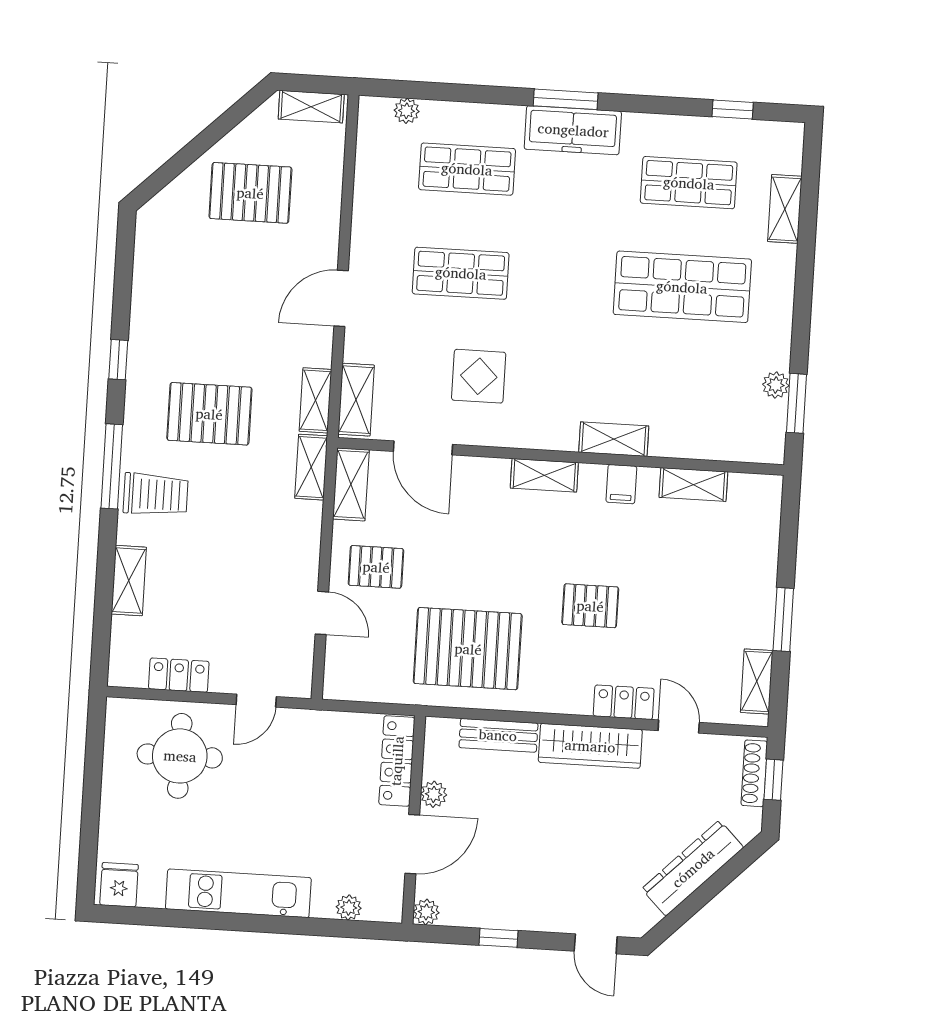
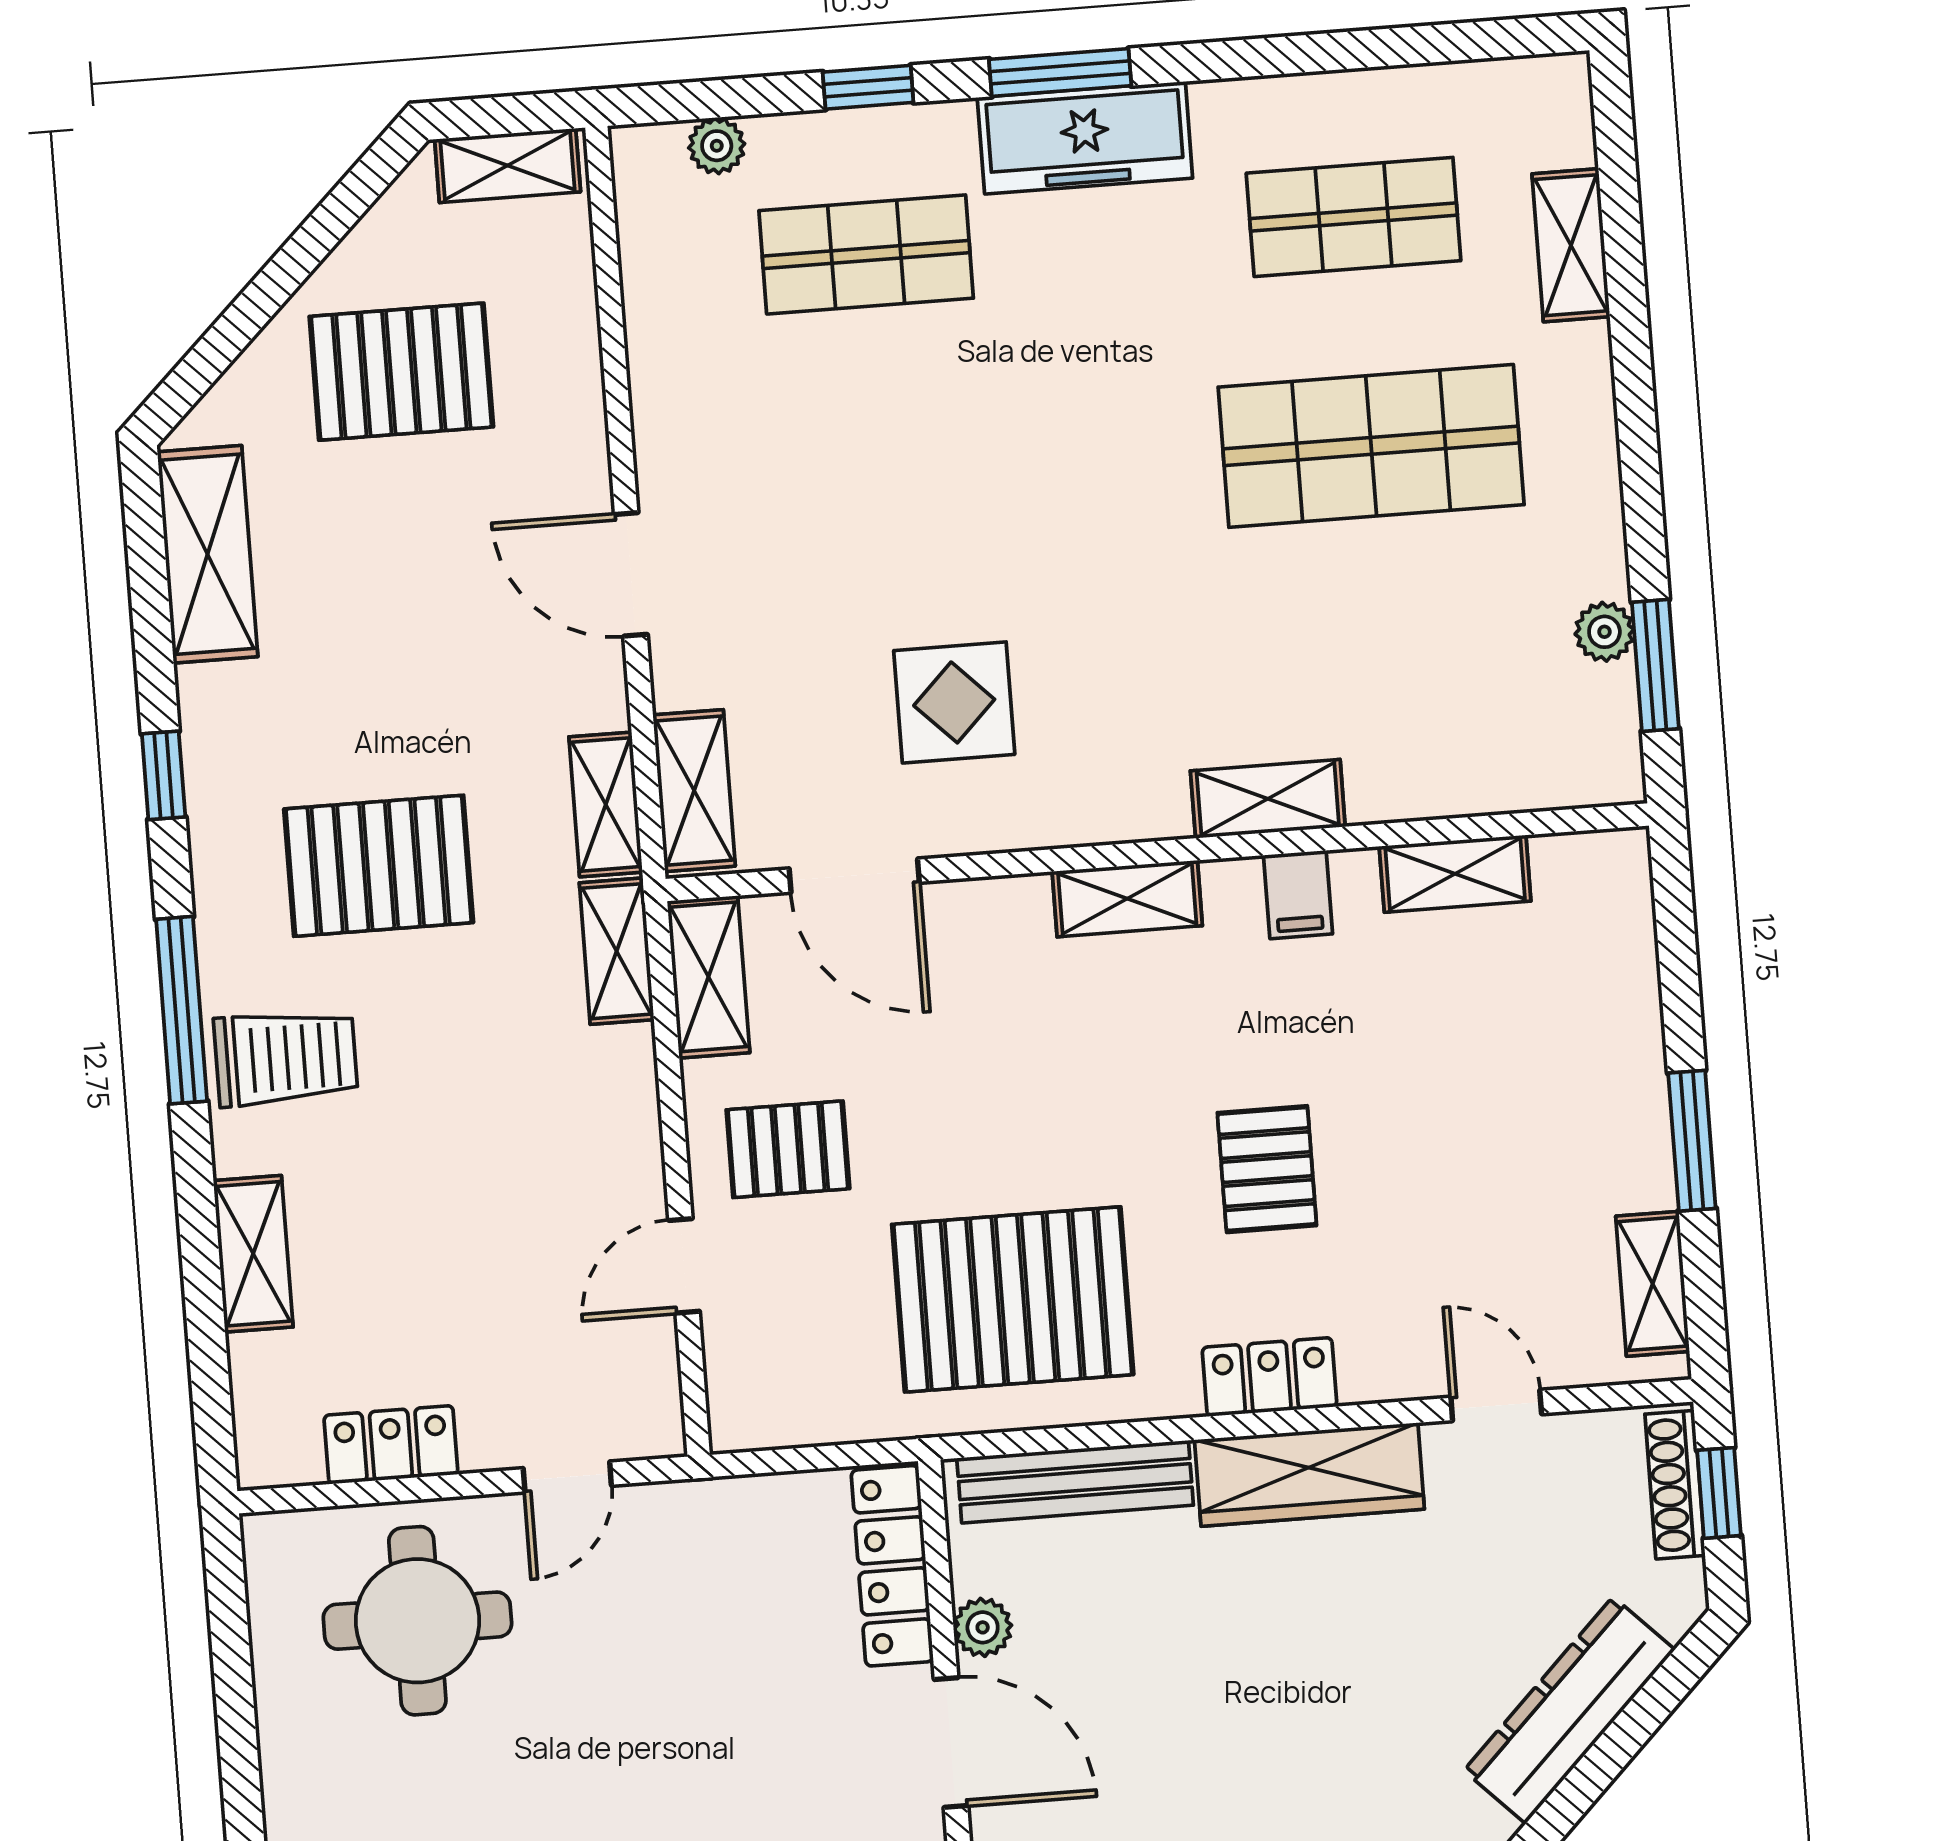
window: (733, 110) -> (868, 87), moved
shelving: (152, 263) -> (208, 554), added
shop shelf: (461, 273) -> (884, 483), removed
door: (341, 298) -> (631, 574), hinge flipped
pallet: (590, 606) -> (1267, 1169), turned 90
door: (322, 613) -> (684, 1266), swing flipped
locker: (624, 702) -> (1270, 1377), moved
bench: (498, 735) -> (1075, 1482), width x1.36
door: (412, 844) -> (951, 1743), hinge flipped

